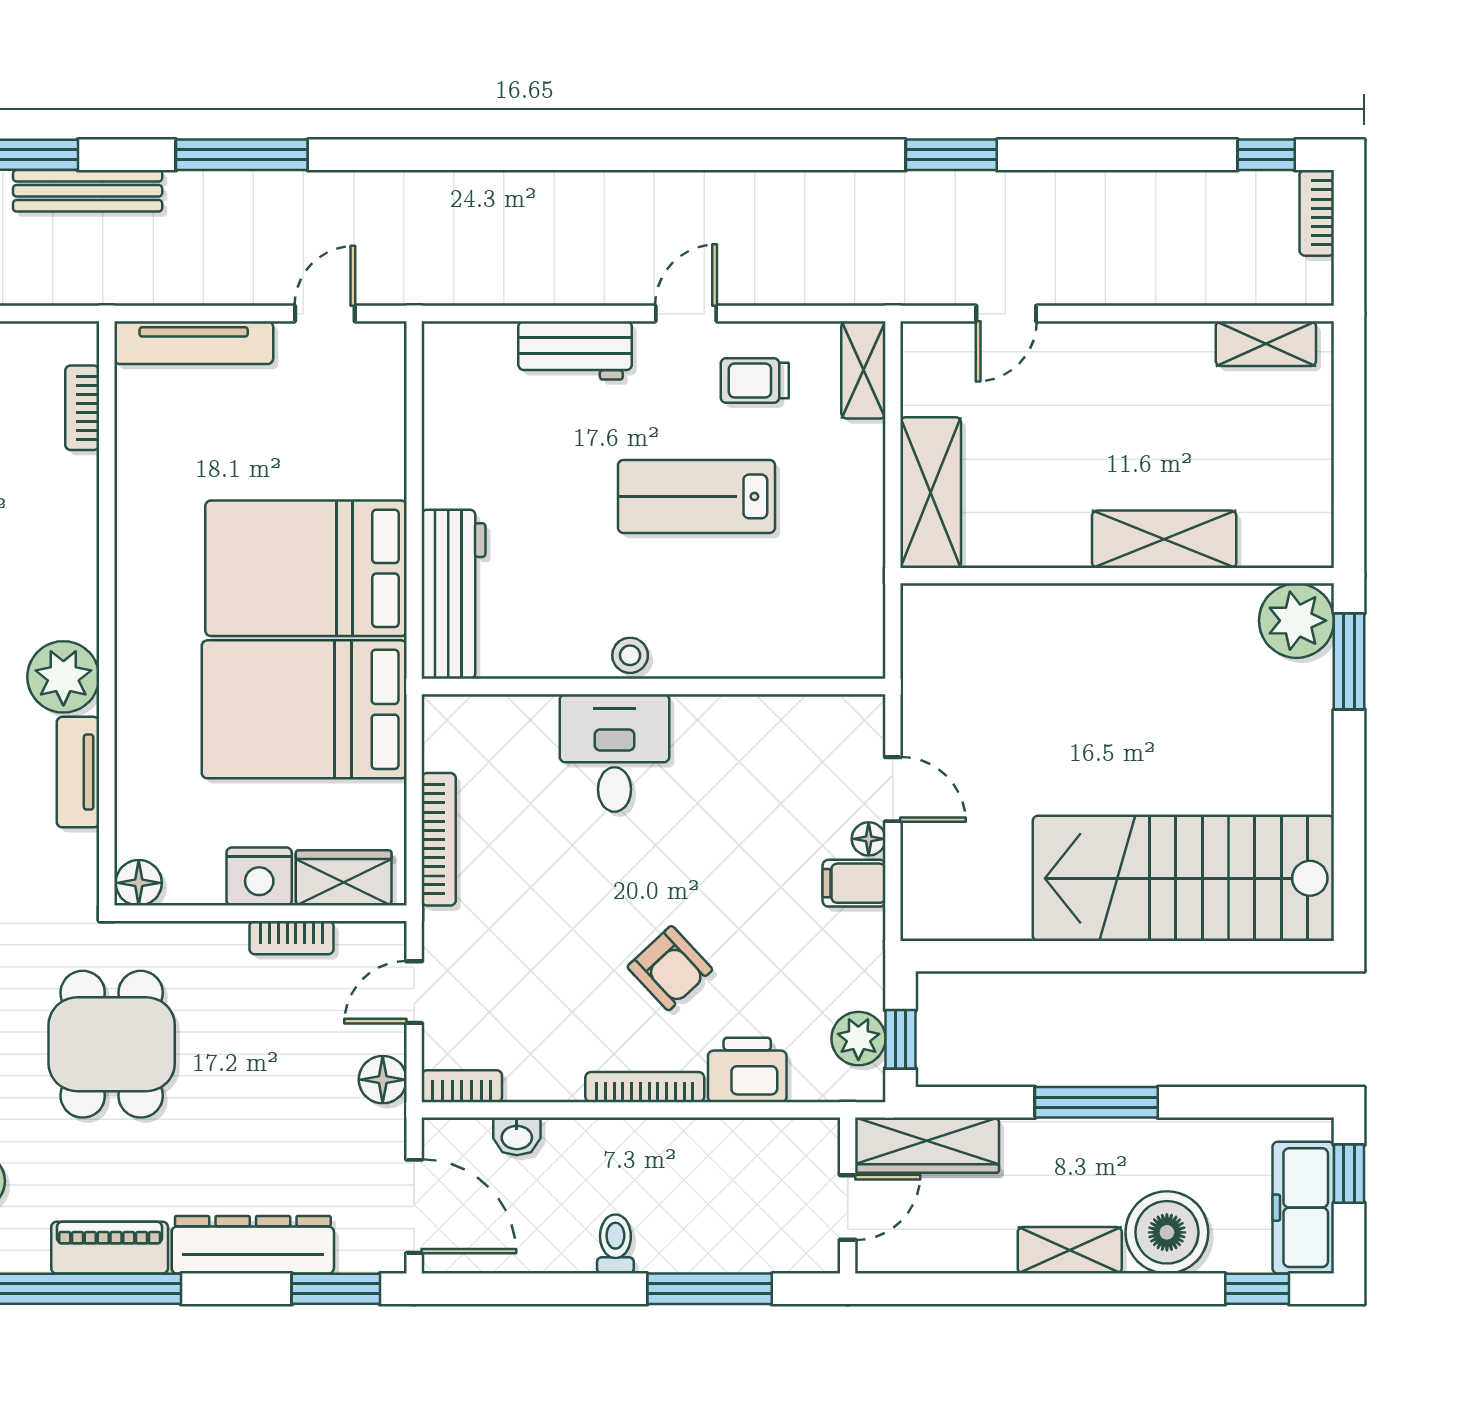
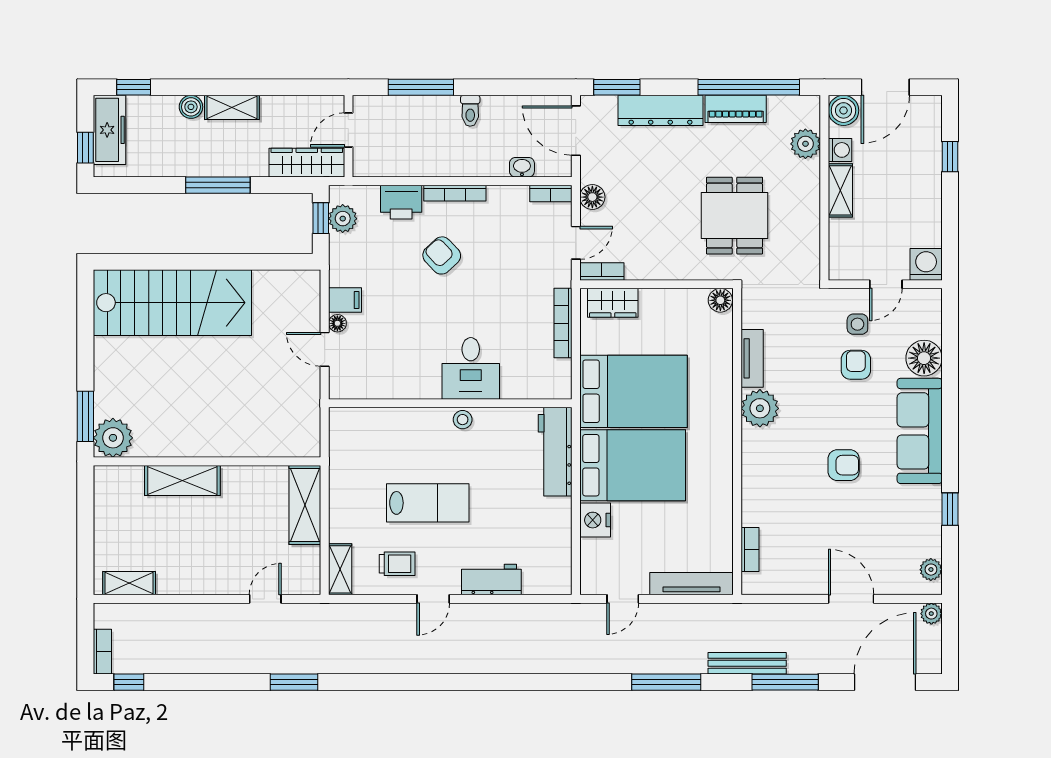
nightstand: (259, 877) -> (595, 520), moved, turned -90
bookcase: (291, 938) -> (602, 271), moved
boiler: (1167, 1232) -> (191, 107), width x0.54, depth x0.54

